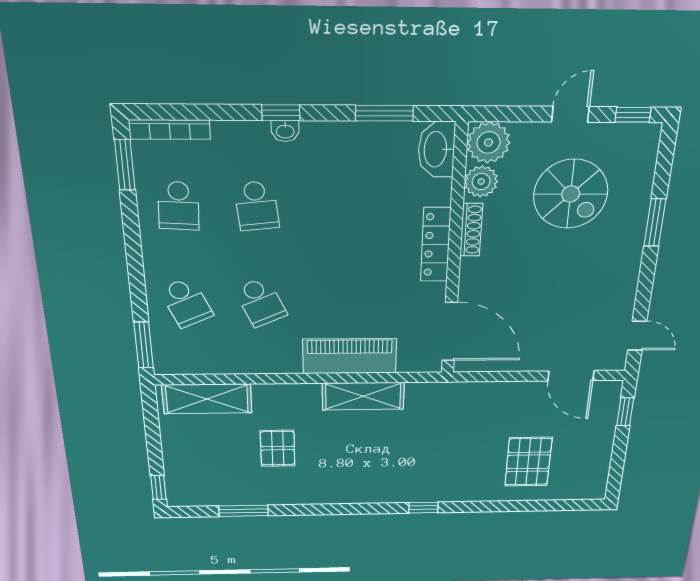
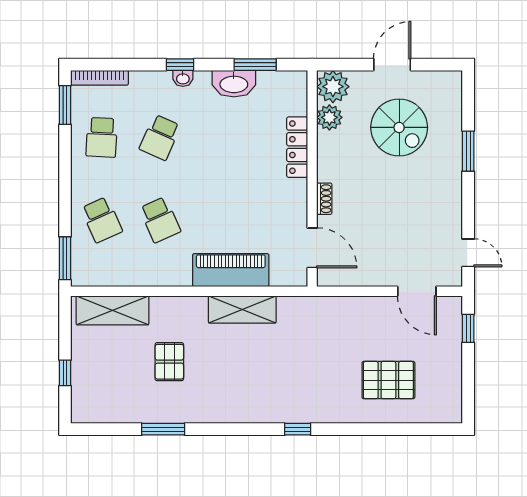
door: (570, 114) -> (392, 65), width x1.38
window: (633, 115) -> (439, 65), removed
washbasin: (436, 149) -> (234, 84), moved, turned -90
school desk: (257, 206) -> (160, 137), turned 30
shoe rack: (471, 230) -> (324, 199), moved, width x0.70
locker: (436, 245) -> (297, 147), moved
door: (450, 332) -> (312, 248), width x0.73
pallet: (528, 462) -> (388, 380), turned 90
window: (158, 487) -> (65, 373), moved
window: (244, 511) -> (163, 429), moved

